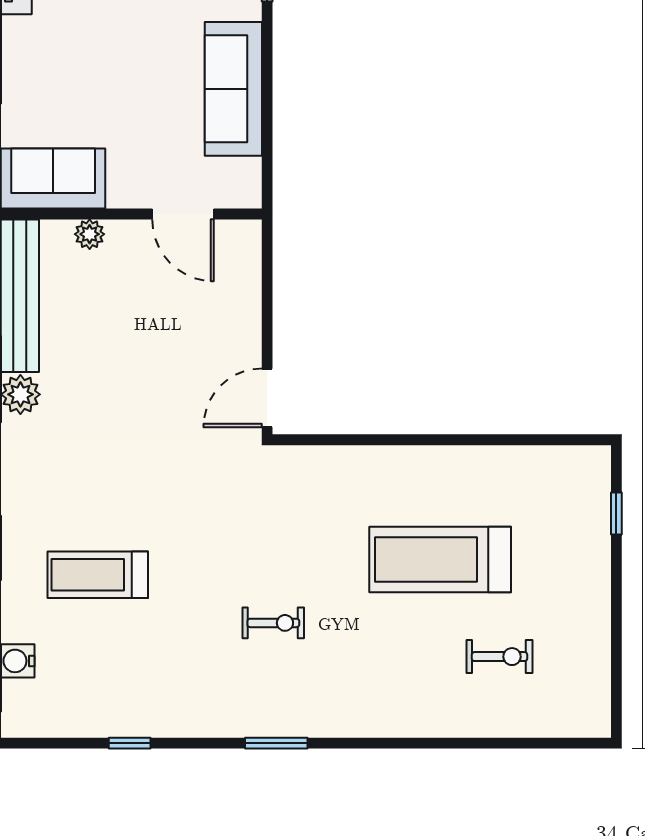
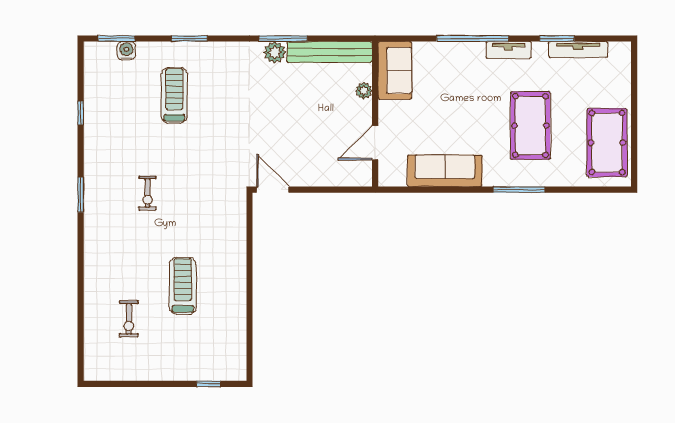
treadmill: (440, 560) -> (183, 286), width x0.73, depth x0.73

